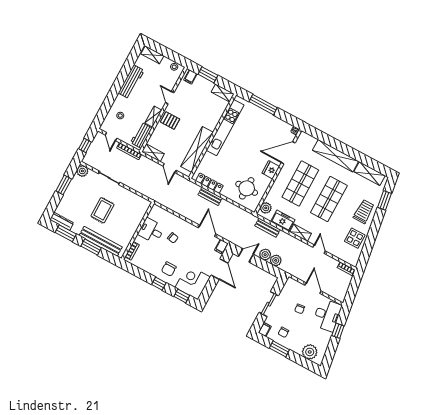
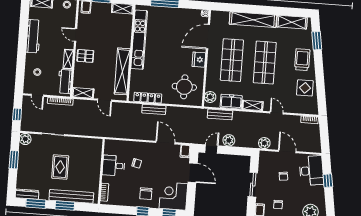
plant: (276, 260) -> (264, 143), moved

